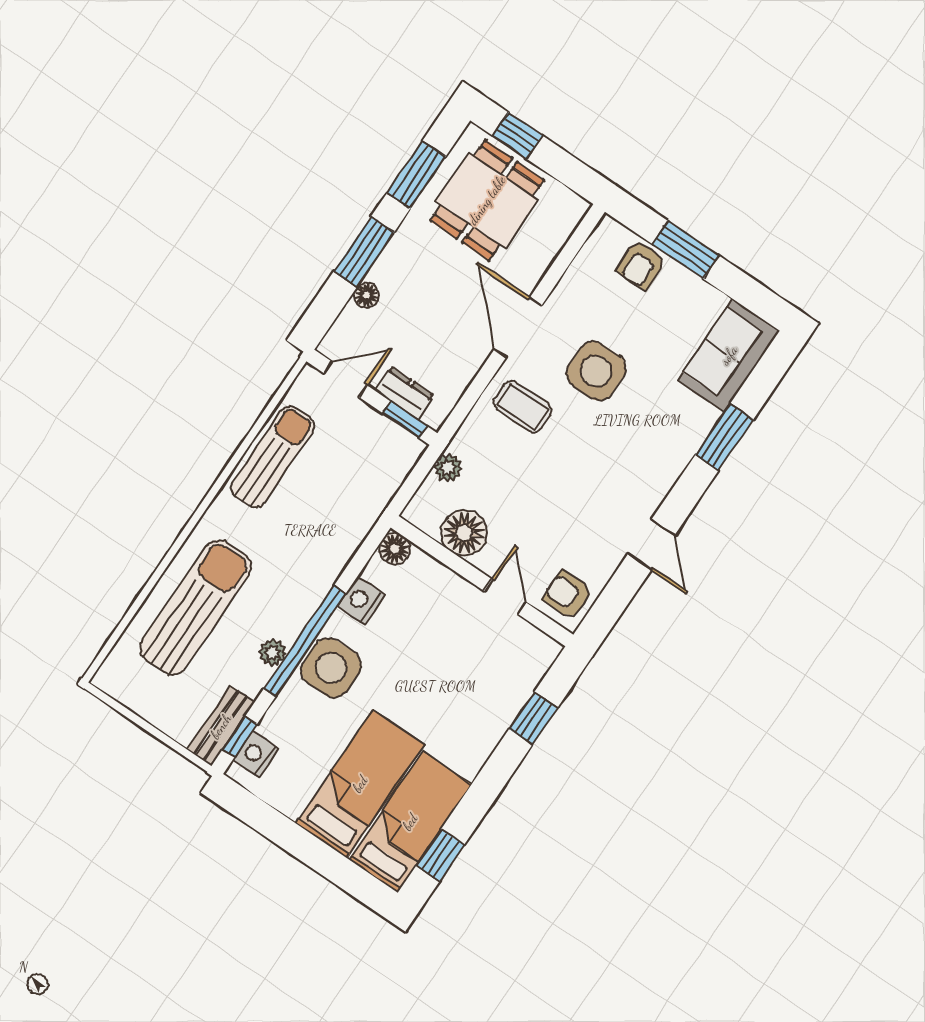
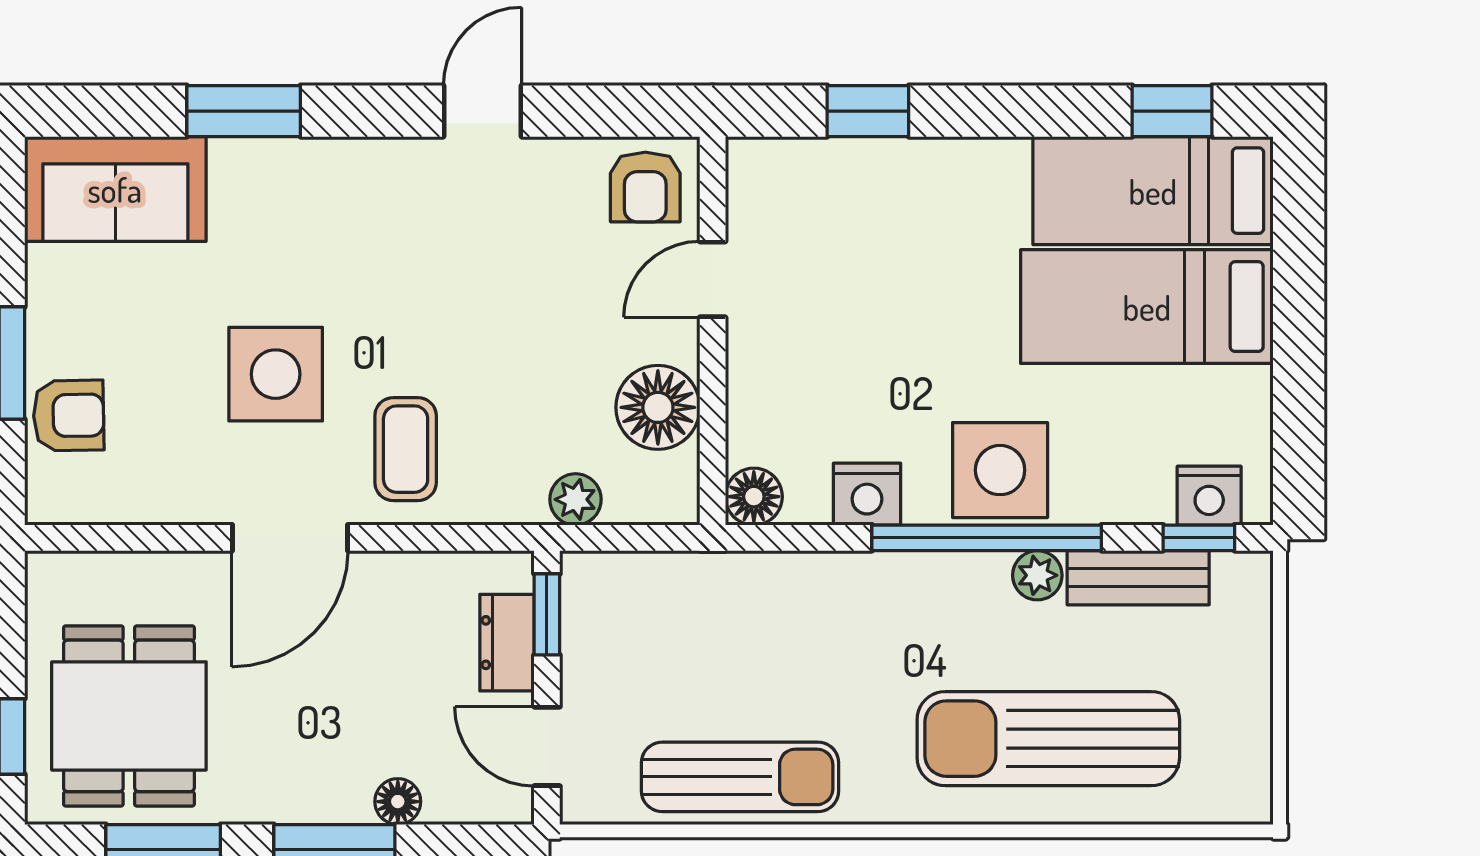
dining table: (487, 200) -> (129, 716), turned 90
sun lounger: (273, 457) -> (740, 777), turned 180
bench: (221, 726) -> (1138, 578), moved

